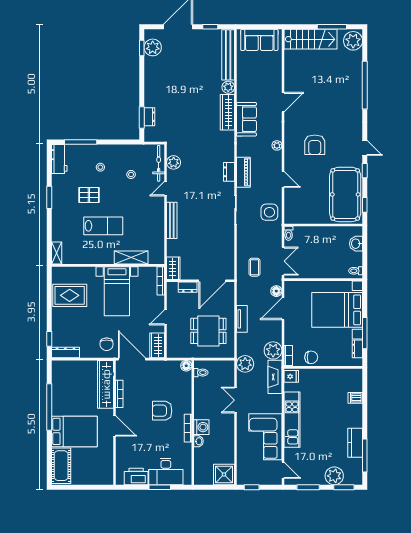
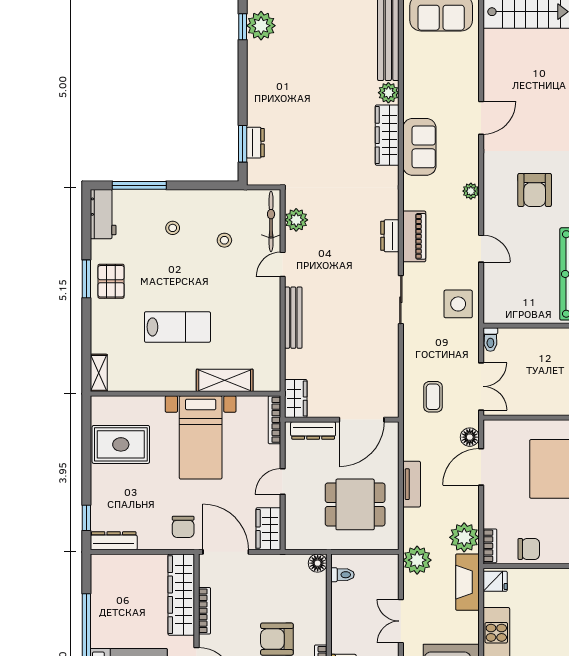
pallet: (89, 195) -> (111, 281), moved, turned 90
dresser: (188, 287) -> (313, 430), width x1.44

